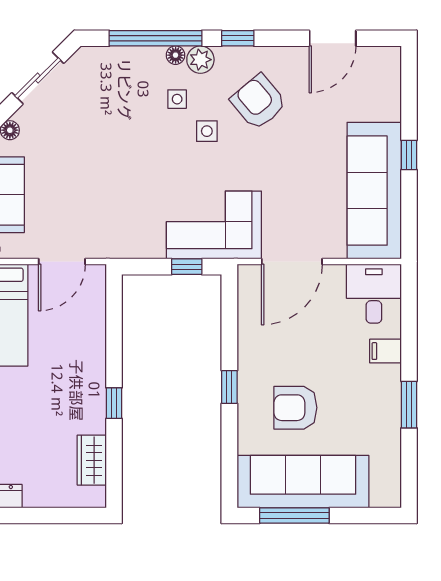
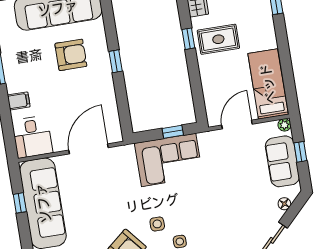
window: (409, 155) -> (20, 203), moved
corner sofa: (214, 225) -> (169, 160), moved
window: (187, 267) -> (173, 132), moved
rug: (69, 395) -> (218, 39), added

